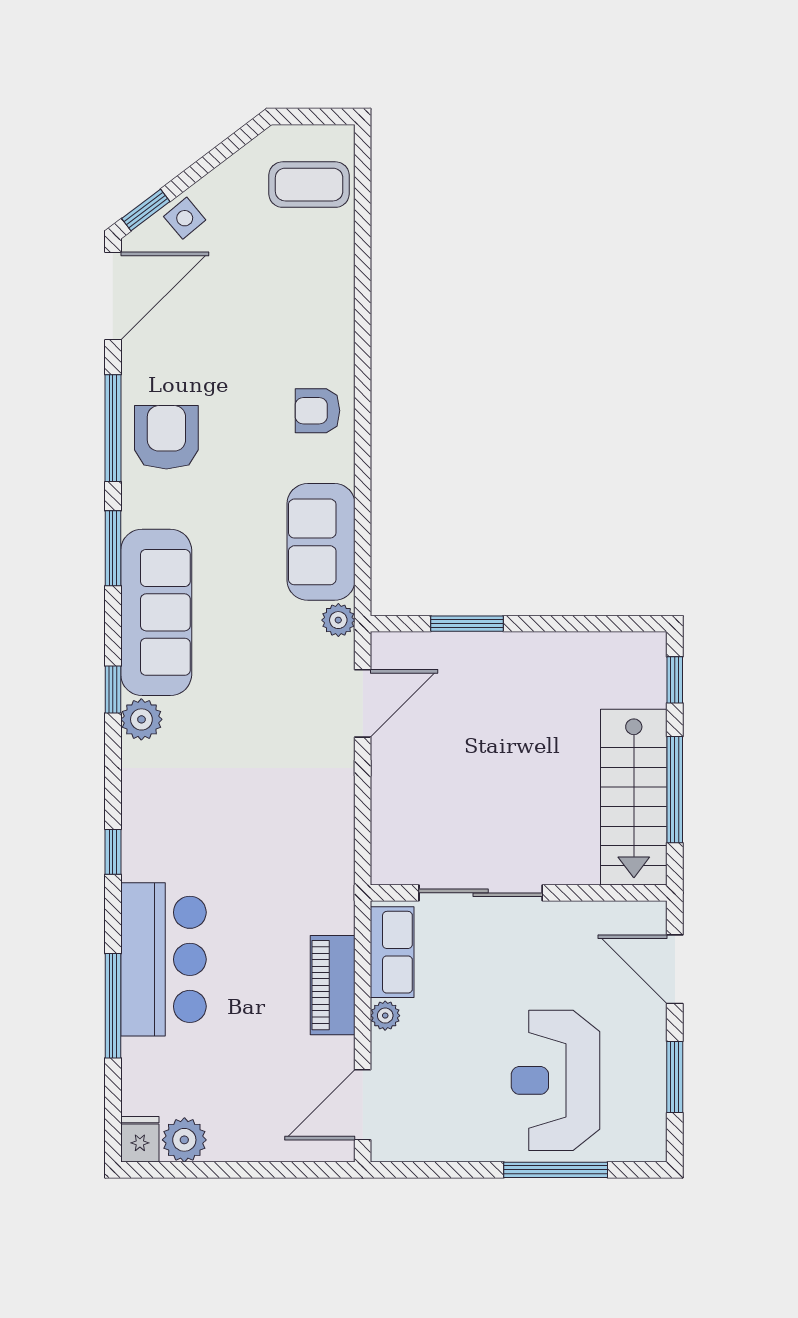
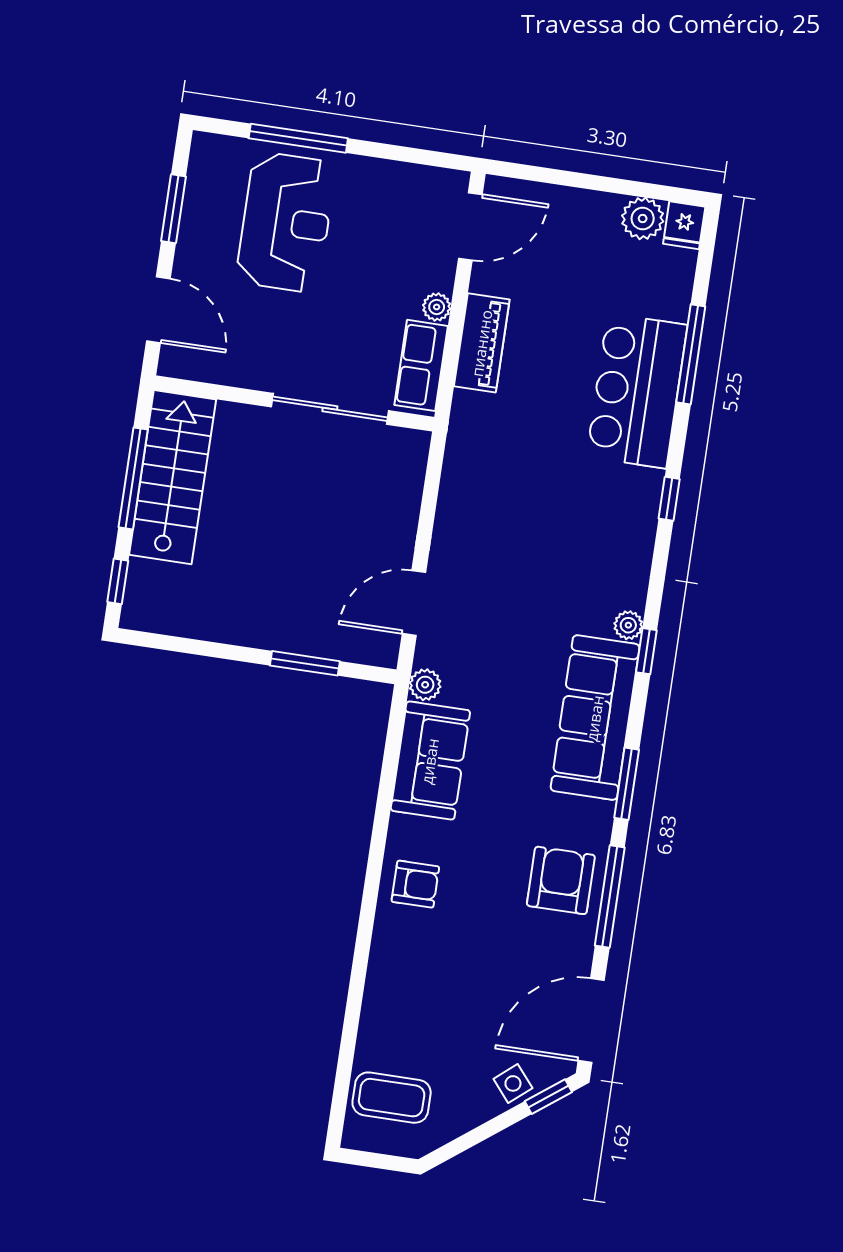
armchair: (166, 437) -> (561, 880), turned 180
plant: (141, 719) -> (628, 625), width x0.73, depth x0.73

